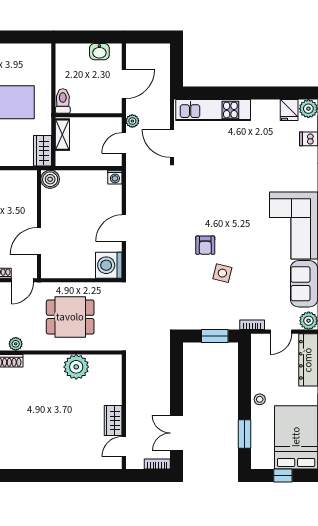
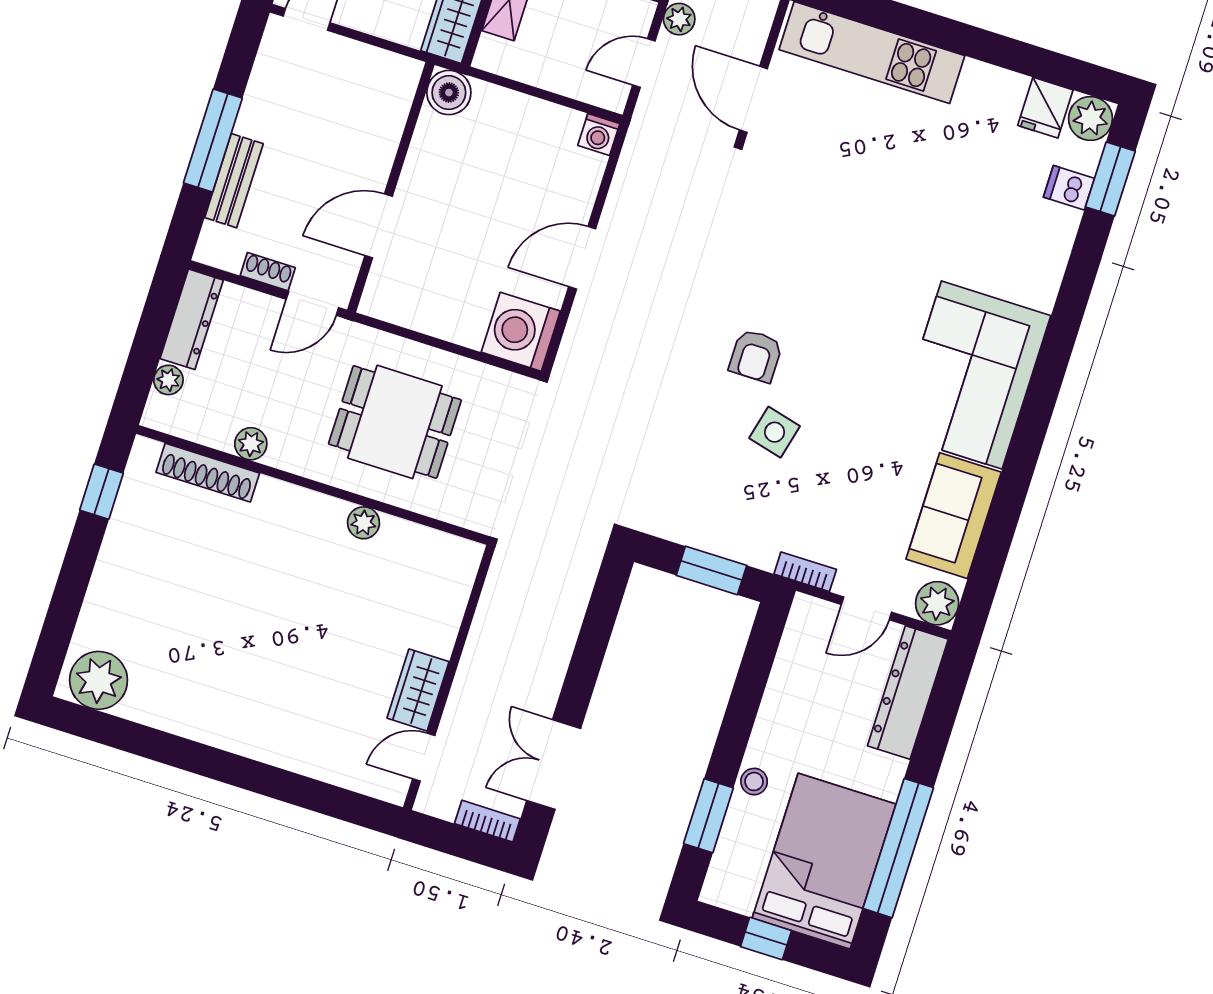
plant: (76, 367) -> (364, 523), width x0.53, depth x0.53
stool: (260, 399) -> (754, 782), moved

